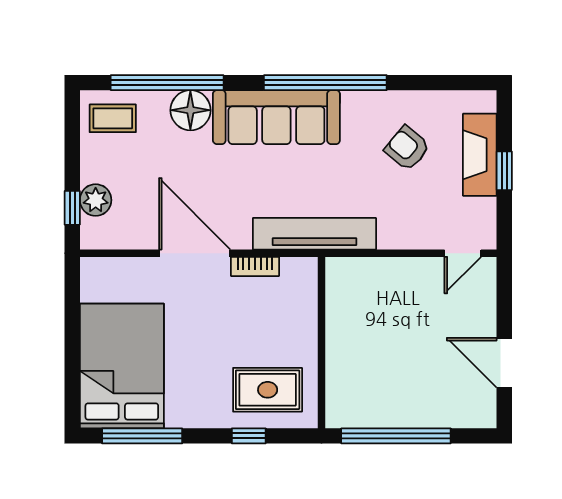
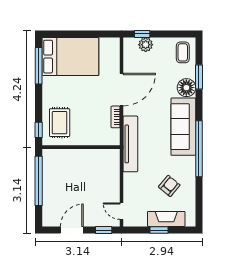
window: (167, 83) -> (199, 77), width x0.47
window: (504, 293) -> (104, 230), added
window: (249, 436) -> (39, 130), moved

